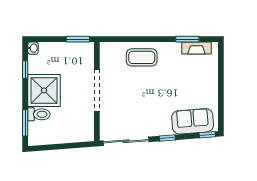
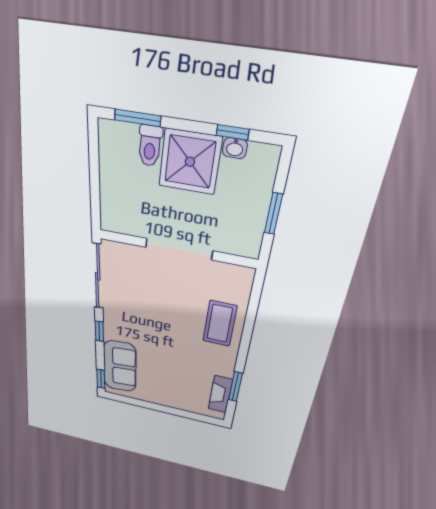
window: (78, 39) -> (273, 214), moved
washbasin: (33, 48) -> (235, 148), moved

